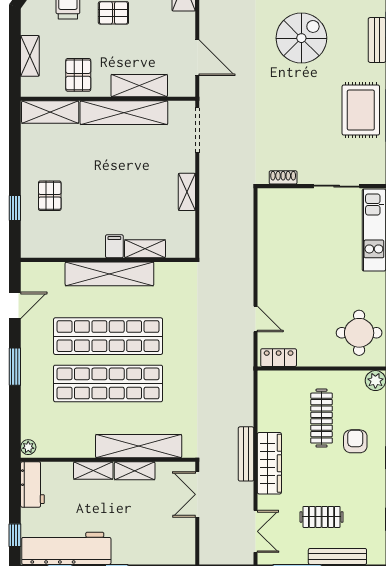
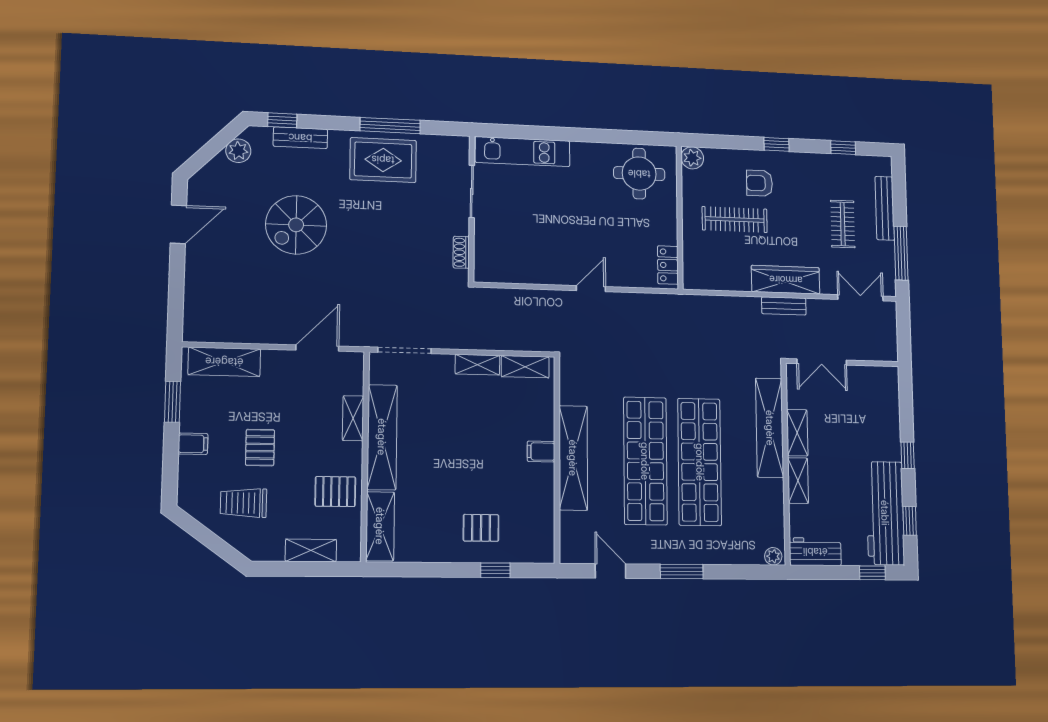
spiral stairs: (301, 38) -> (296, 225), turned -90
shelving: (139, 86) -> (353, 418), width x0.67, depth x0.75
shelving: (145, 249) -> (525, 367), moved, turned 90
door: (256, 319) -> (591, 289), moved
bench: (246, 454) -> (784, 306), width x0.73

